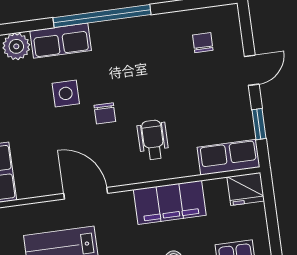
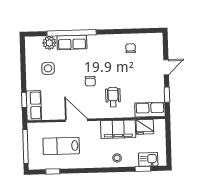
window: (102, 16) -> (72, 33), moved
chair: (203, 43) -> (131, 48), moved
side table: (66, 93) -> (48, 68), moved
fridge: (246, 189) -> (145, 127), moved

